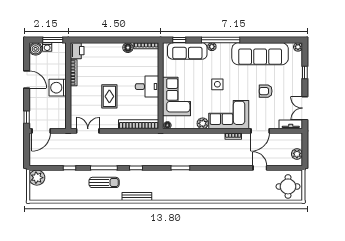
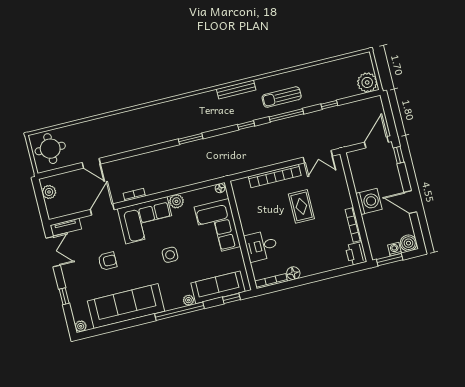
desk: (147, 87) -> (261, 246), moved
bookcase: (139, 124) -> (275, 176), moved

